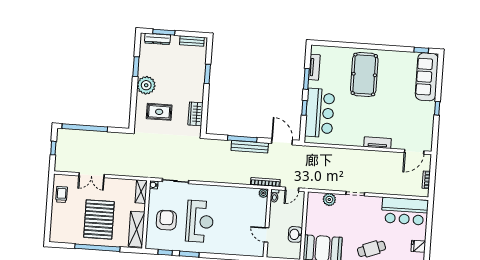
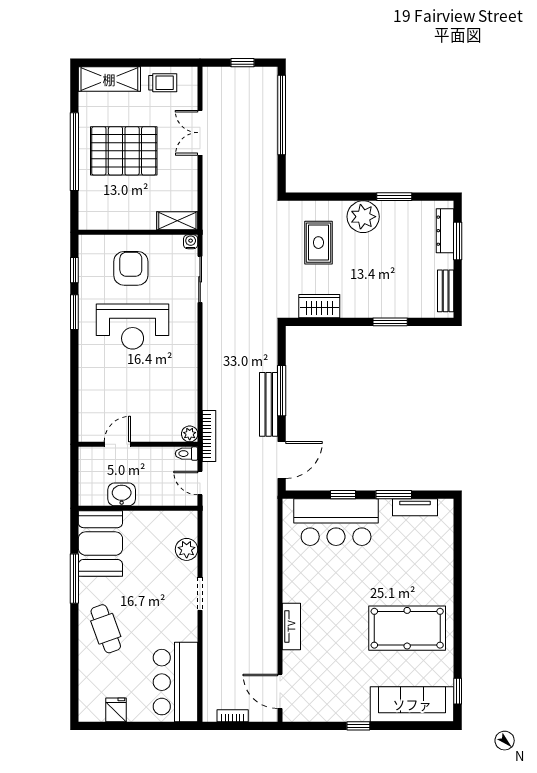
pool table: (364, 75) -> (407, 628), moved
armchair: (166, 220) -> (131, 268), turned -90
shelving: (137, 229) -> (109, 79), moved

